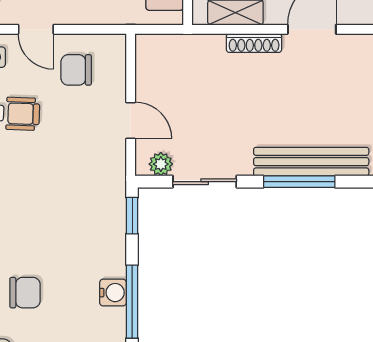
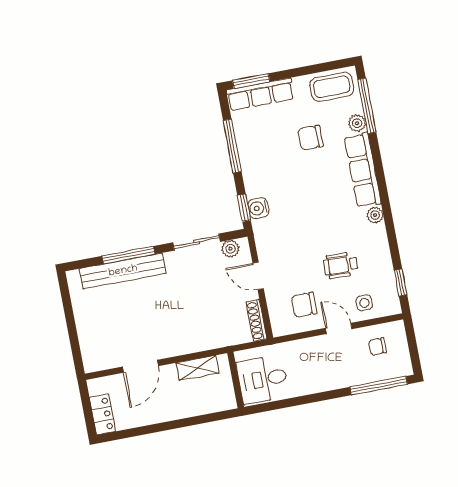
shoe rack: (254, 43) -> (256, 320), moved, turned -90
chair: (76, 70) -> (304, 305), turned 180
water cooler: (113, 293) -> (258, 208), moved

